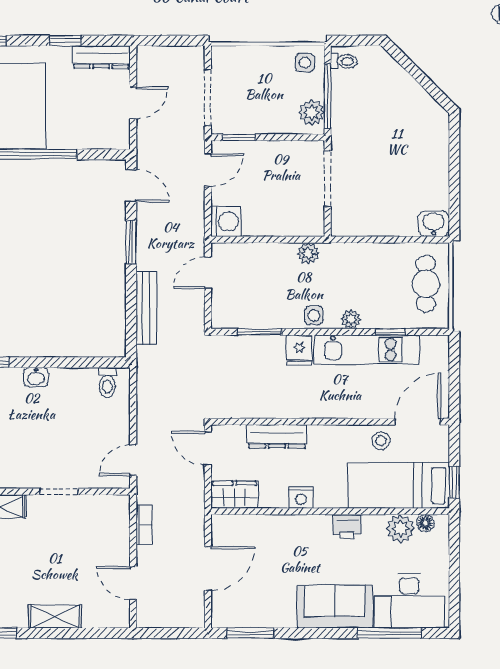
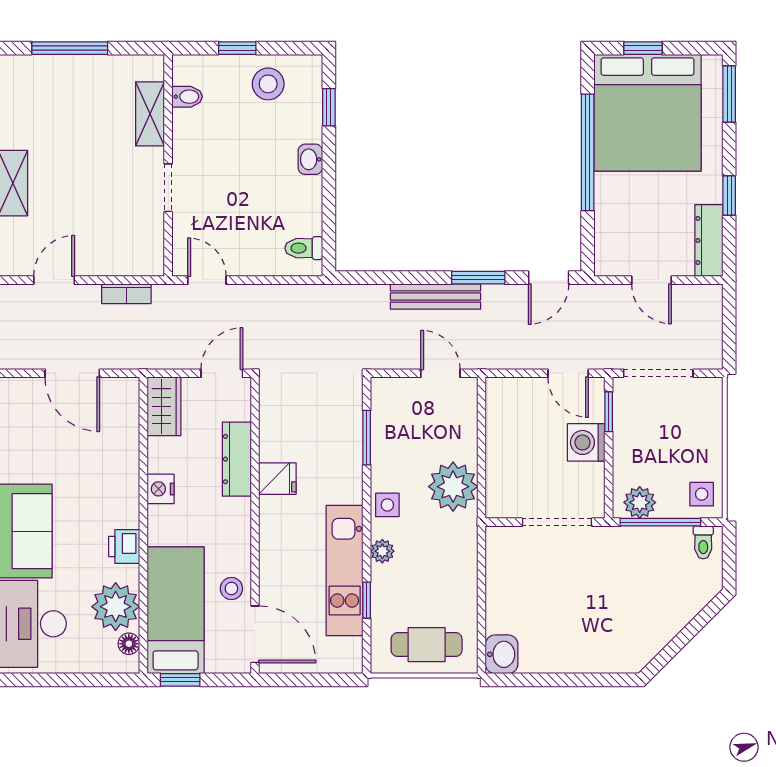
washing machine: (226, 222) -> (586, 442), moved, turned 90
plant: (308, 253) -> (453, 487), width x1.88, depth x1.88
bench: (146, 308) -> (436, 297), moved
fridge: (299, 350) -> (277, 479), moved, turned 180
plant: (401, 529) -> (116, 607), width x1.36, depth x1.36

